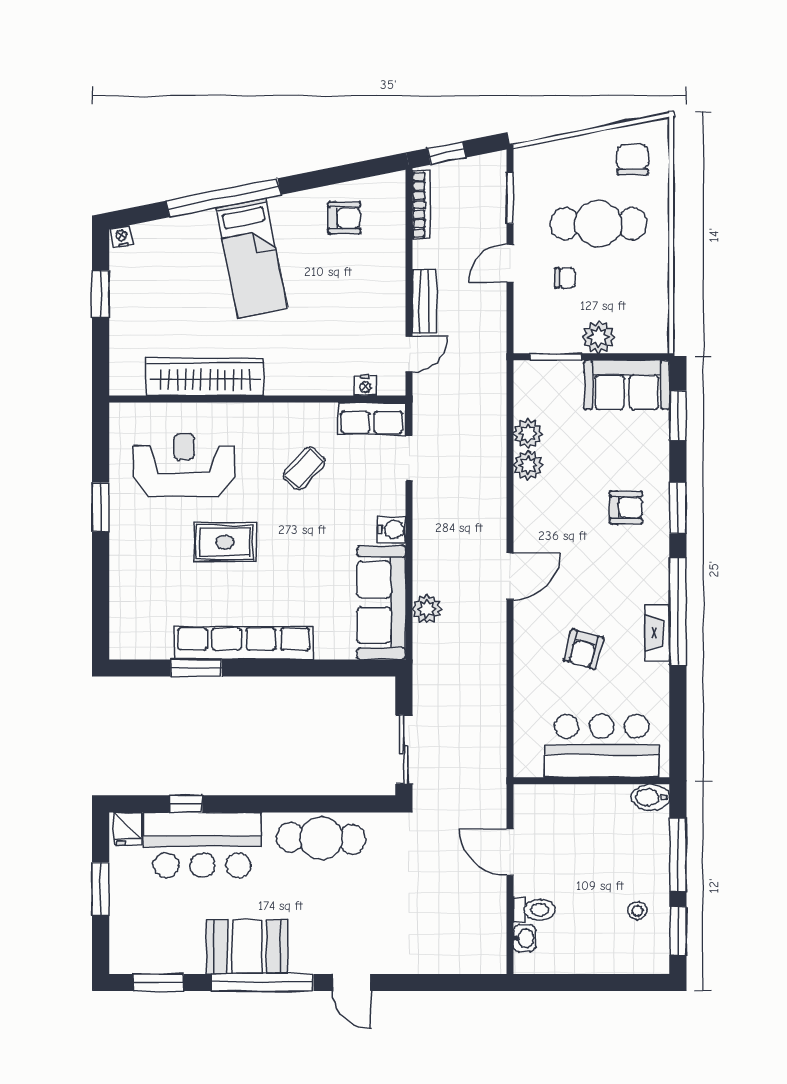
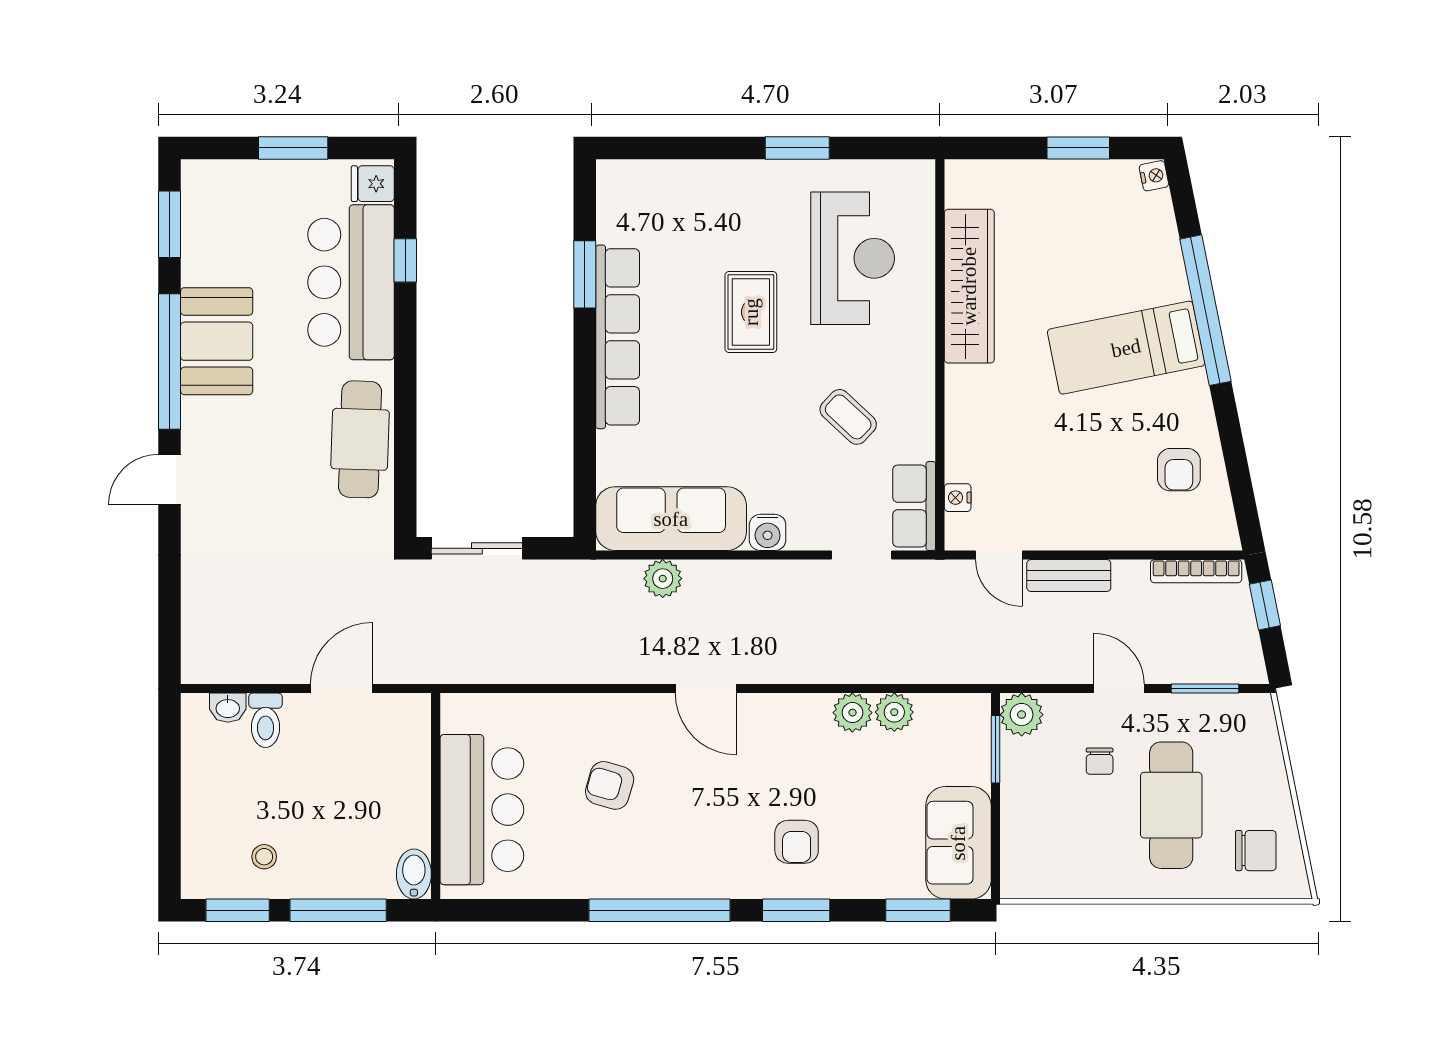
plant: (598, 337) -> (1022, 715), moved
fireplace: (657, 633) -> (631, 883), removed

